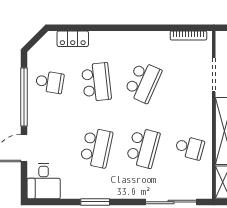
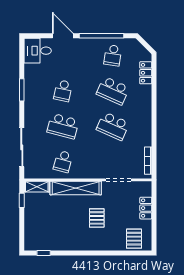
school desk: (96, 82) -> (113, 91), turned 30
school desk: (96, 148) -> (63, 91), width x0.54

